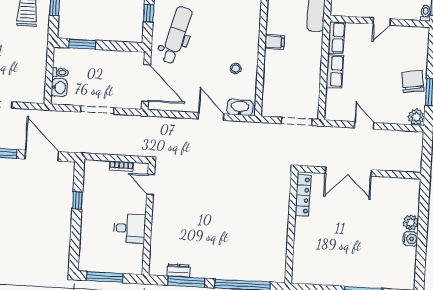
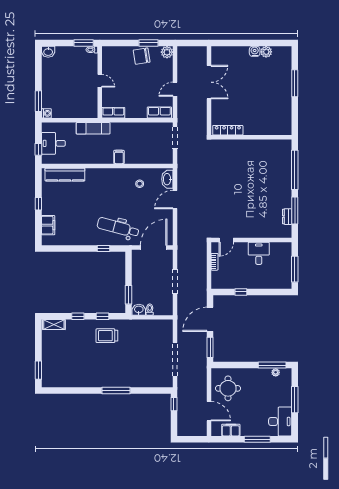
row of seats: (335, 71) -> (159, 113), moved
washbasin: (59, 88) -> (139, 310), moved
double door: (348, 172) -> (209, 82), moved
plant: (411, 223) -> (266, 52), moved

